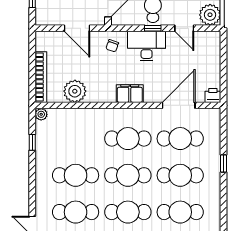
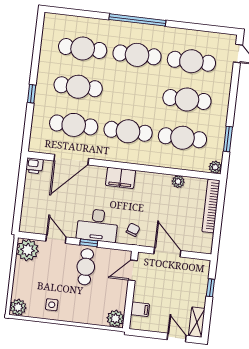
plant: (75, 91) -> (178, 182), width x0.53, depth x0.53
window: (32, 142) -> (228, 139), width x1.50
cafe table: (128, 175) -> (182, 138), moved

